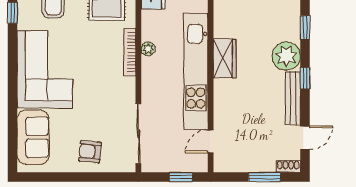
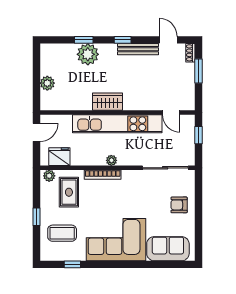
plant: (148, 49) -> (111, 160), moved
plant: (286, 56) -> (88, 54), moved
armchair: (90, 152) -> (179, 205), turned 84

